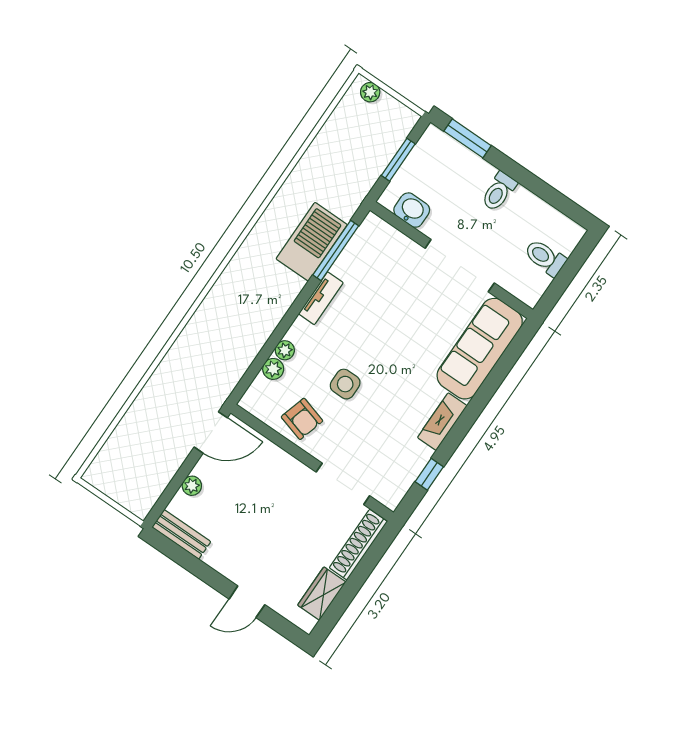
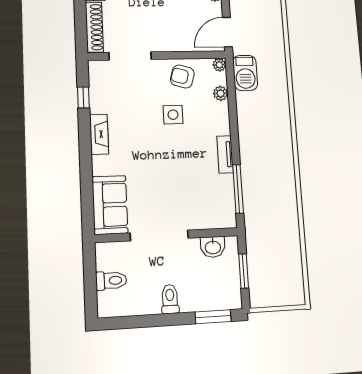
plant: (370, 92) -> (290, 299), removed
barbecue: (312, 242) -> (245, 73), moved, width x0.73, depth x0.83
sofa: (480, 349) -> (110, 205), width x0.73
plant: (285, 350) -> (219, 65), moved

